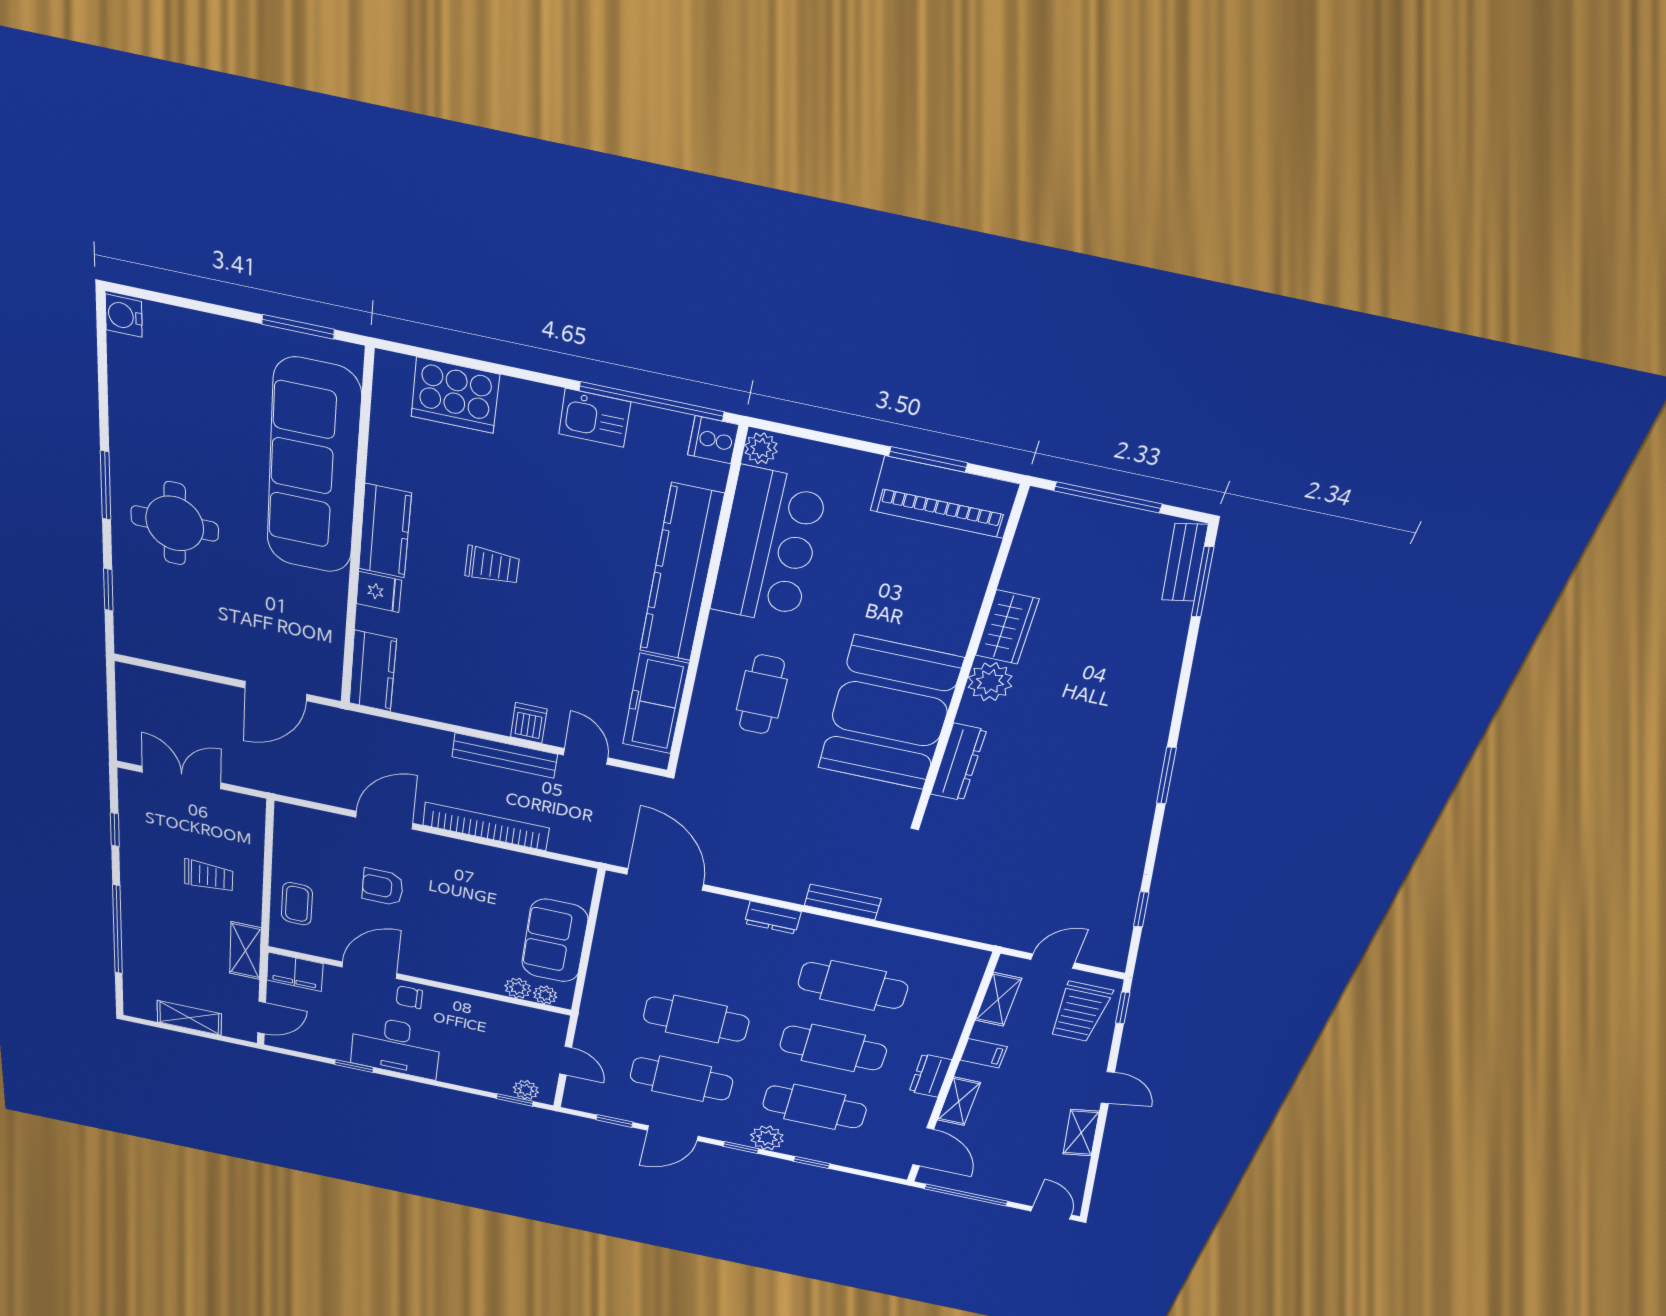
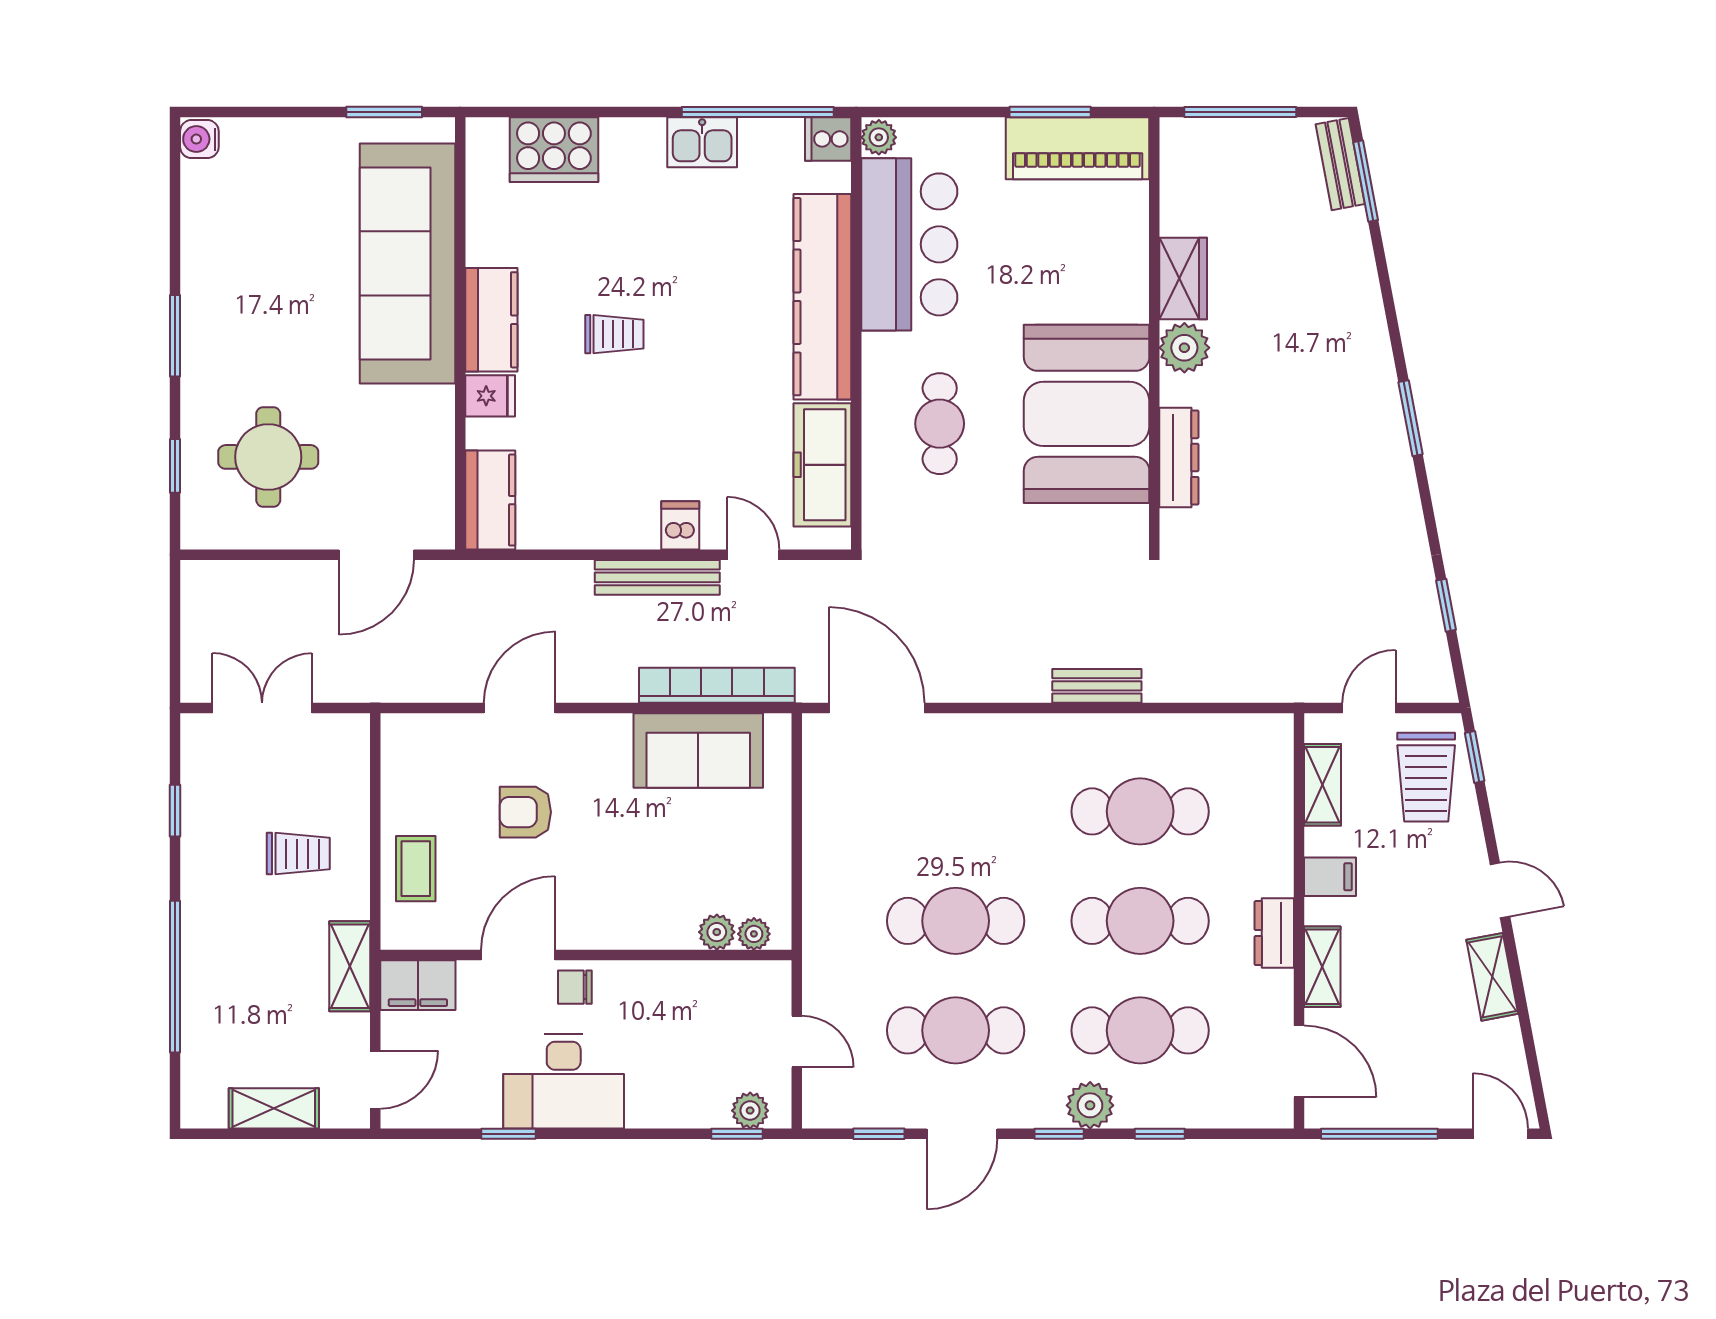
round table: (175, 524) -> (268, 457), moved
bookcase: (486, 826) -> (717, 685), moved
dresser: (773, 918) -> (1018, 731), removed
sofa: (555, 941) -> (698, 751), moved, turned -90

